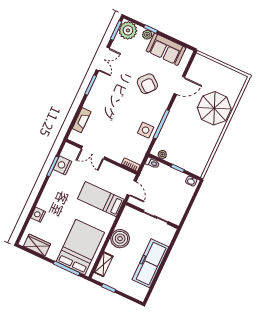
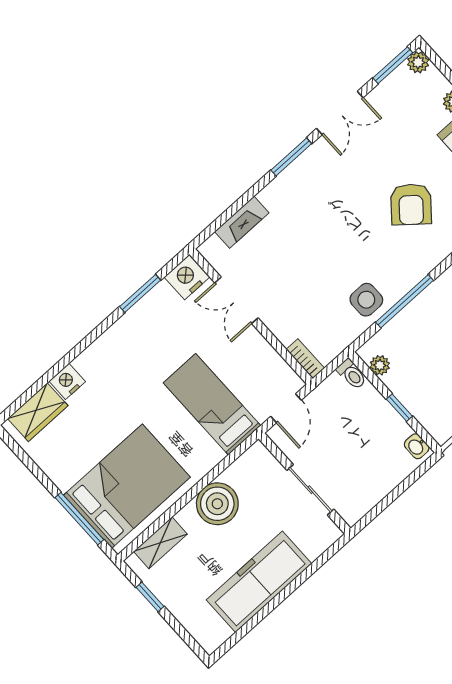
plant: (128, 30) -> (418, 62), width x0.53, depth x0.53
nightstand: (62, 165) -> (187, 277), moved
wardrobe: (37, 245) -> (38, 412), moved, turned 90

